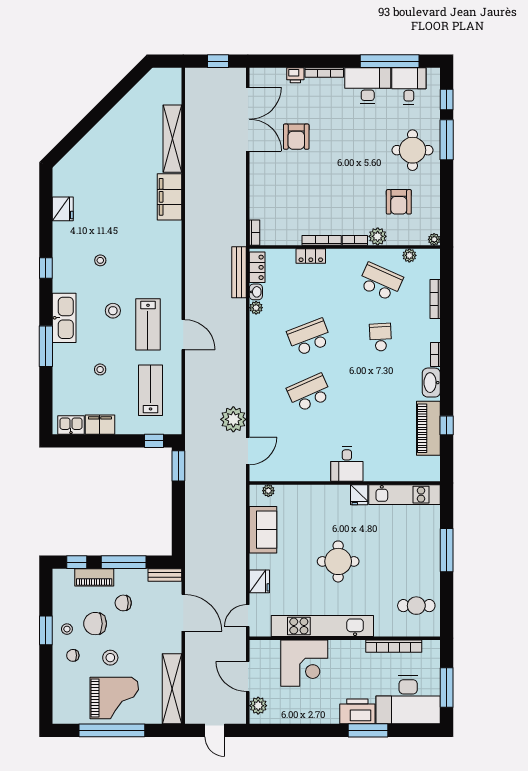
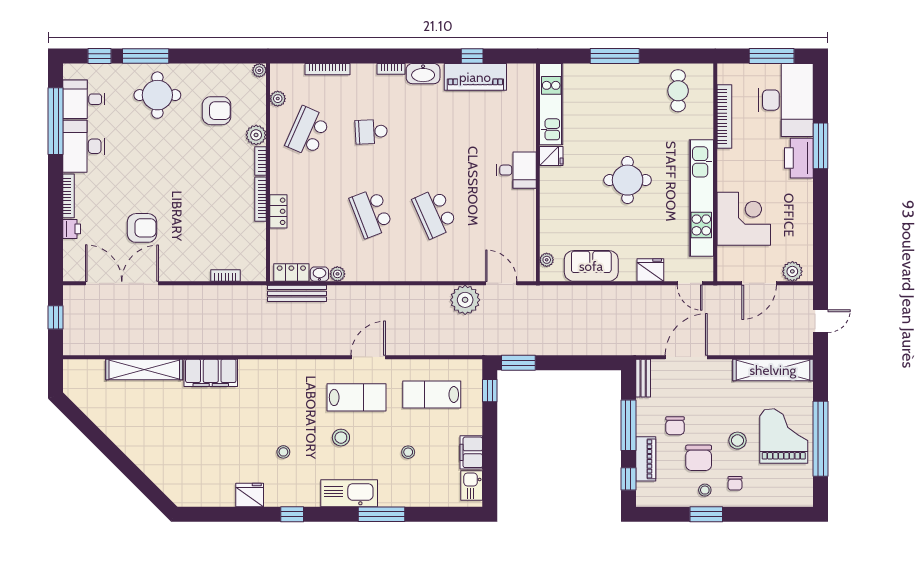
fridge: (63, 209) -> (250, 495), moved
bookcase: (255, 233) -> (225, 276), moved

